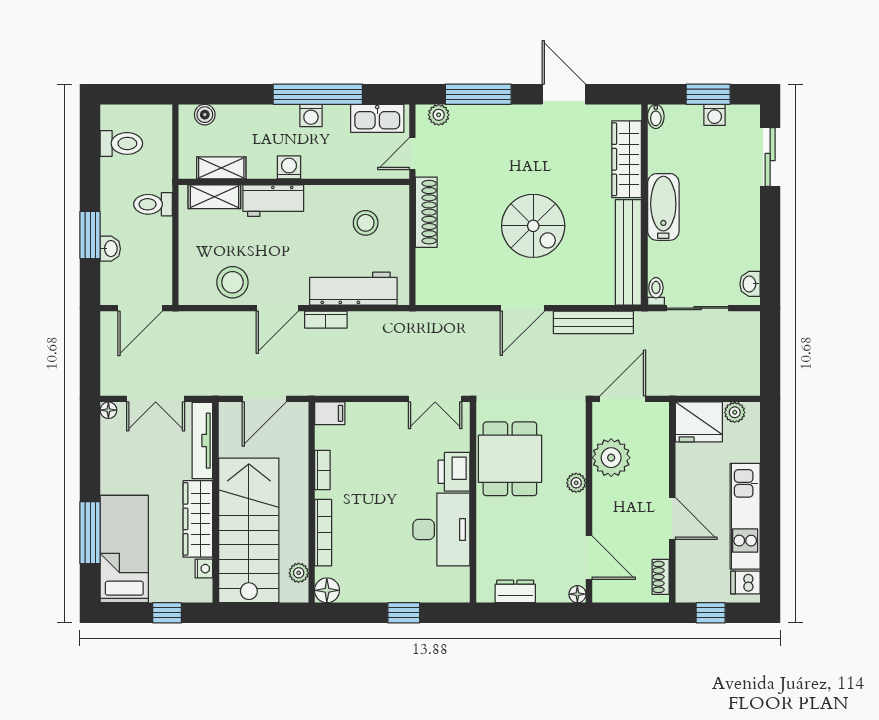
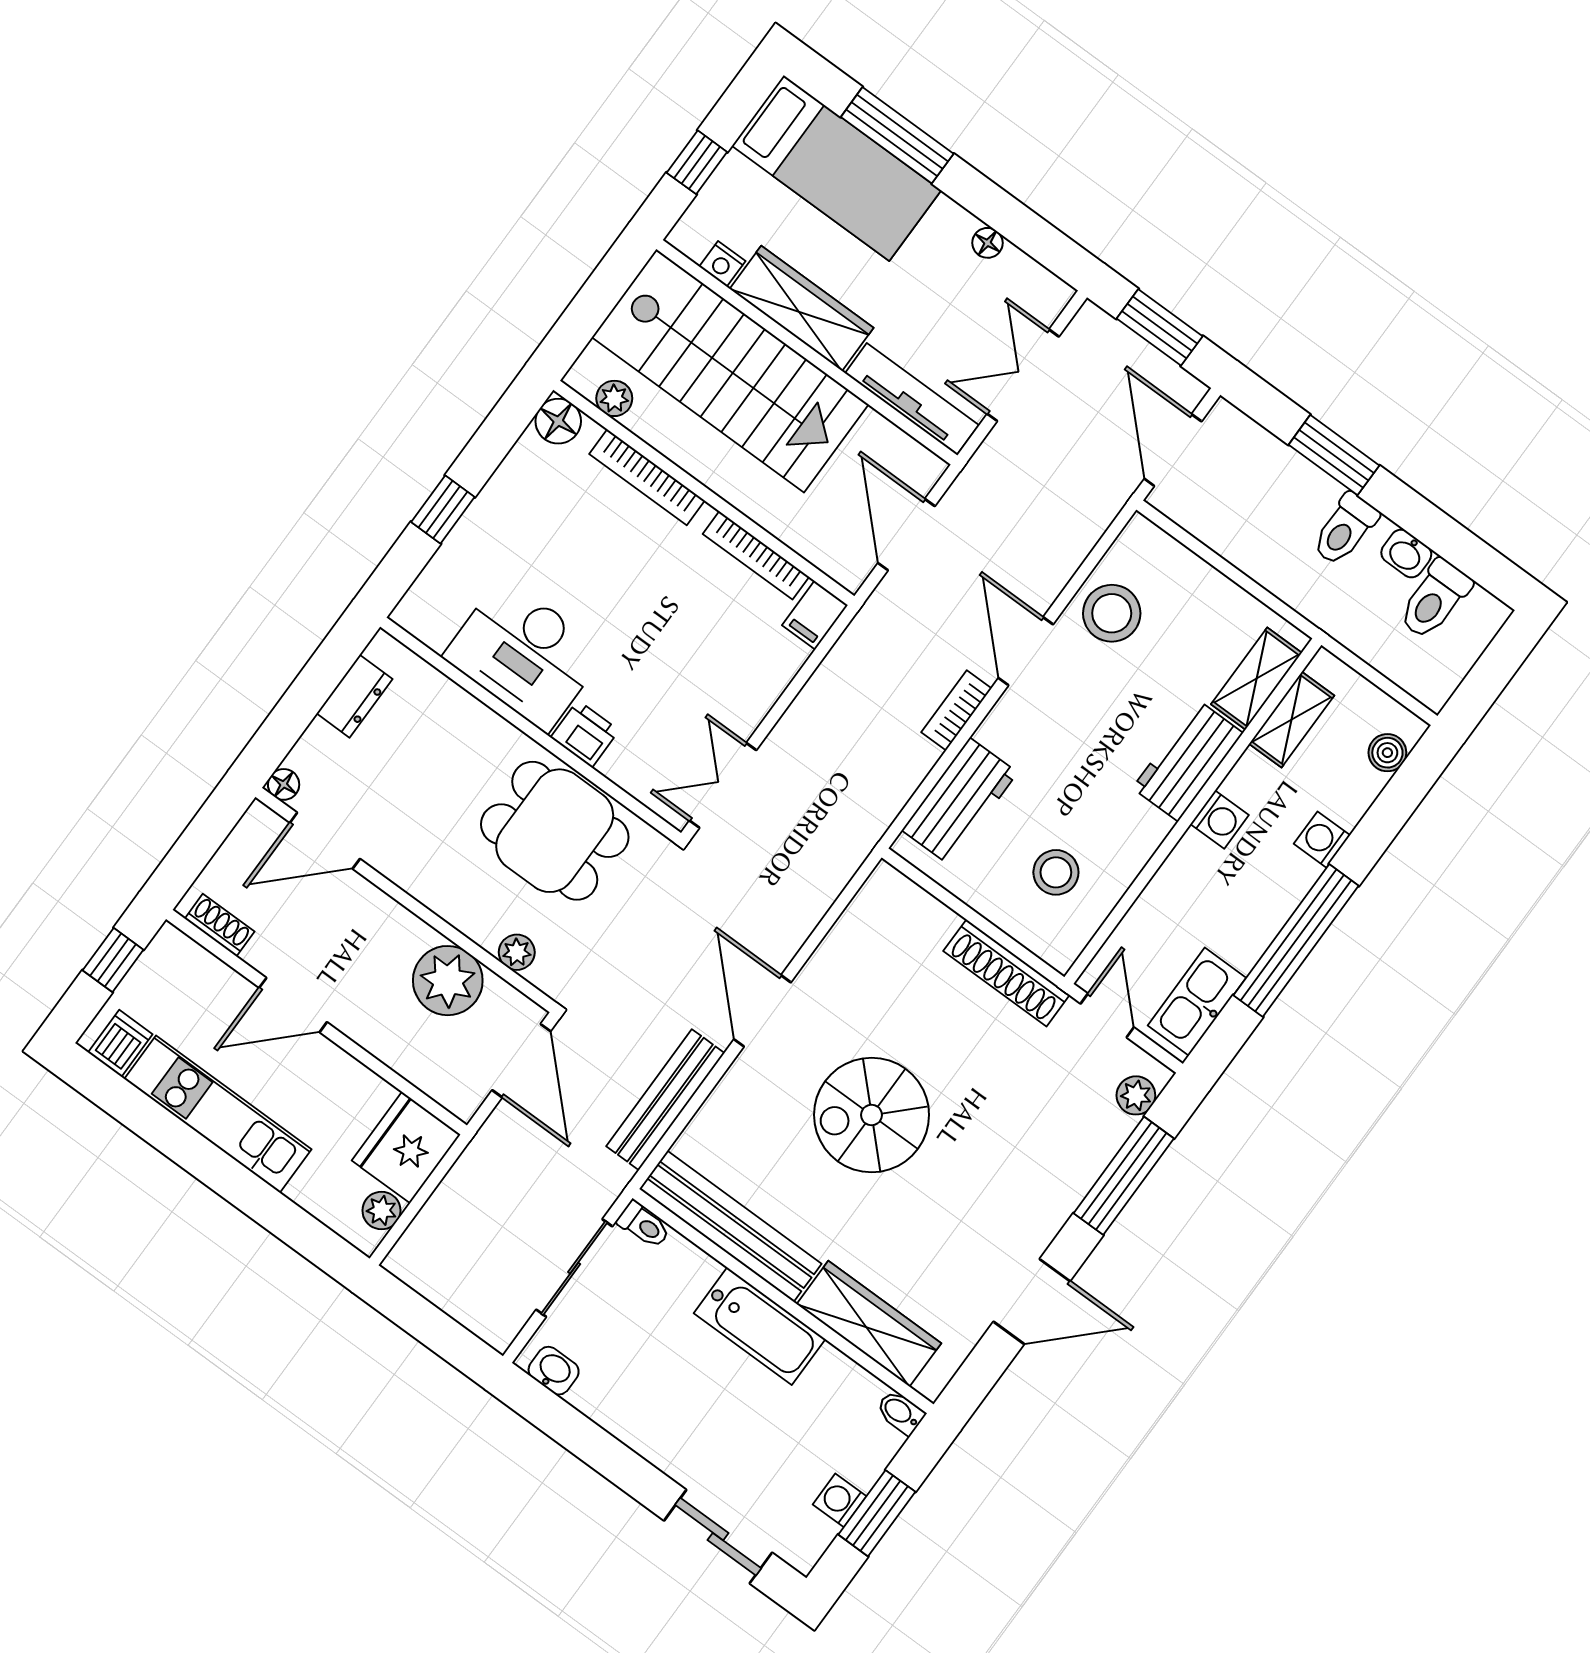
washing machine: (311, 115) -> (1322, 840), moved
toilet: (153, 204) -> (1345, 529), moved, turned 180
washbasin: (110, 249) -> (1406, 554), moved
workbench: (353, 289) -> (960, 801), width x0.73
window: (90, 354) -> (1160, 327), added
floor lamp: (108, 410) -> (987, 243), moved
bookcase: (322, 470) -> (756, 555), width x1.56
printer: (454, 472) -> (585, 734), width x0.73, depth x0.81
plant: (576, 483) -> (517, 952), moved

